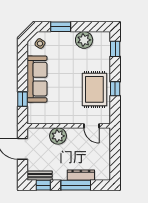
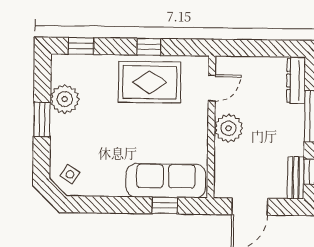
window: (61, 27) -> (42, 119), moved
sofa: (37, 79) -> (166, 181), moved
plant: (58, 136) -> (229, 128), moved
dresser: (81, 175) -> (296, 81), moved

